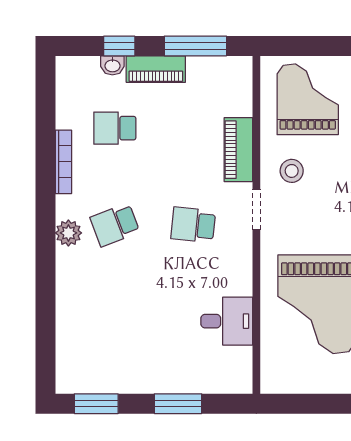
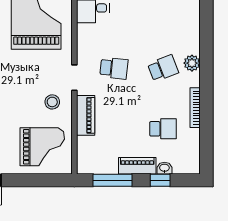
grand piano: (308, 99) -> (42, 147), turned -90

